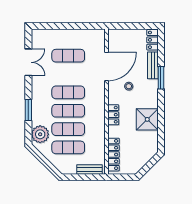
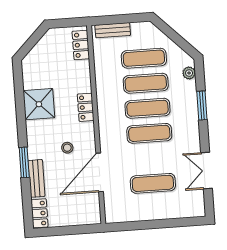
plant: (40, 134) -> (189, 73), width x0.53, depth x0.53
locker: (114, 155) -> (81, 45), width x0.66

